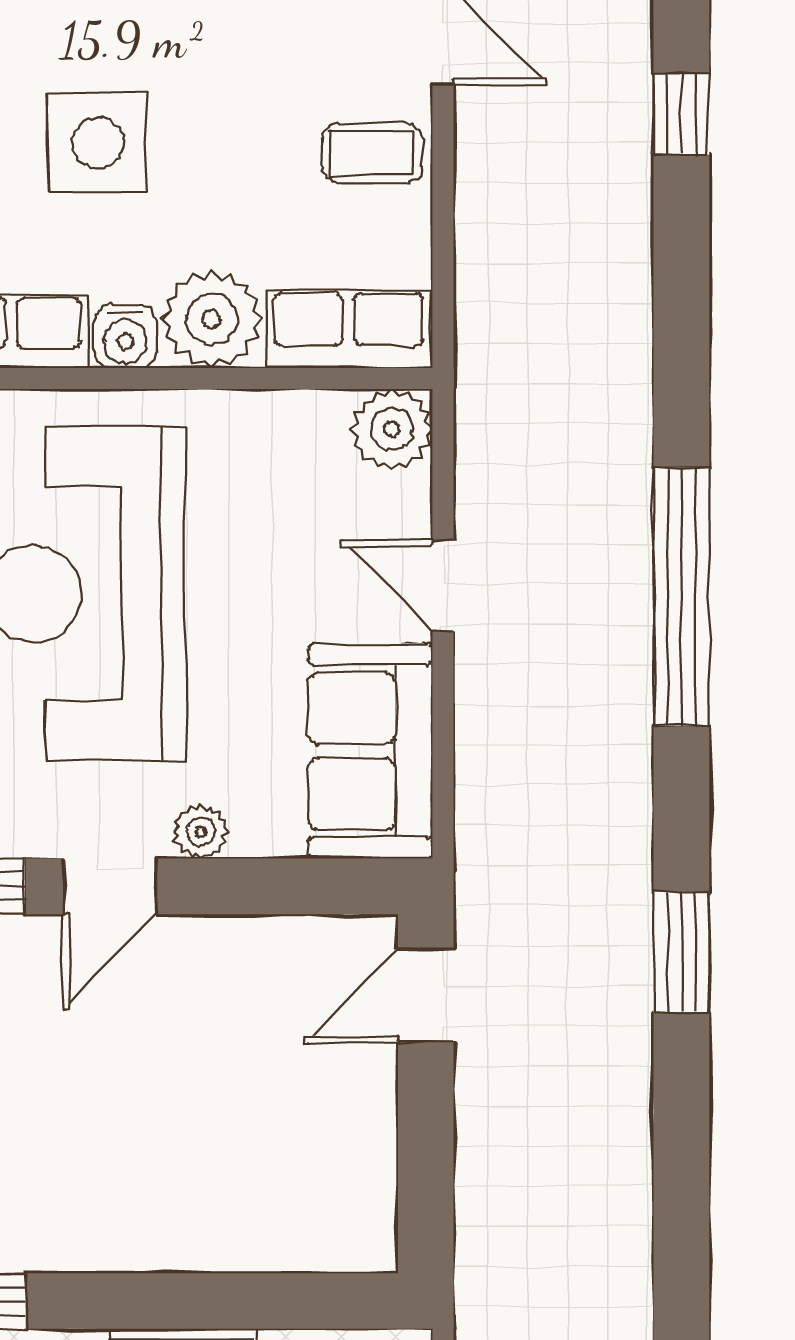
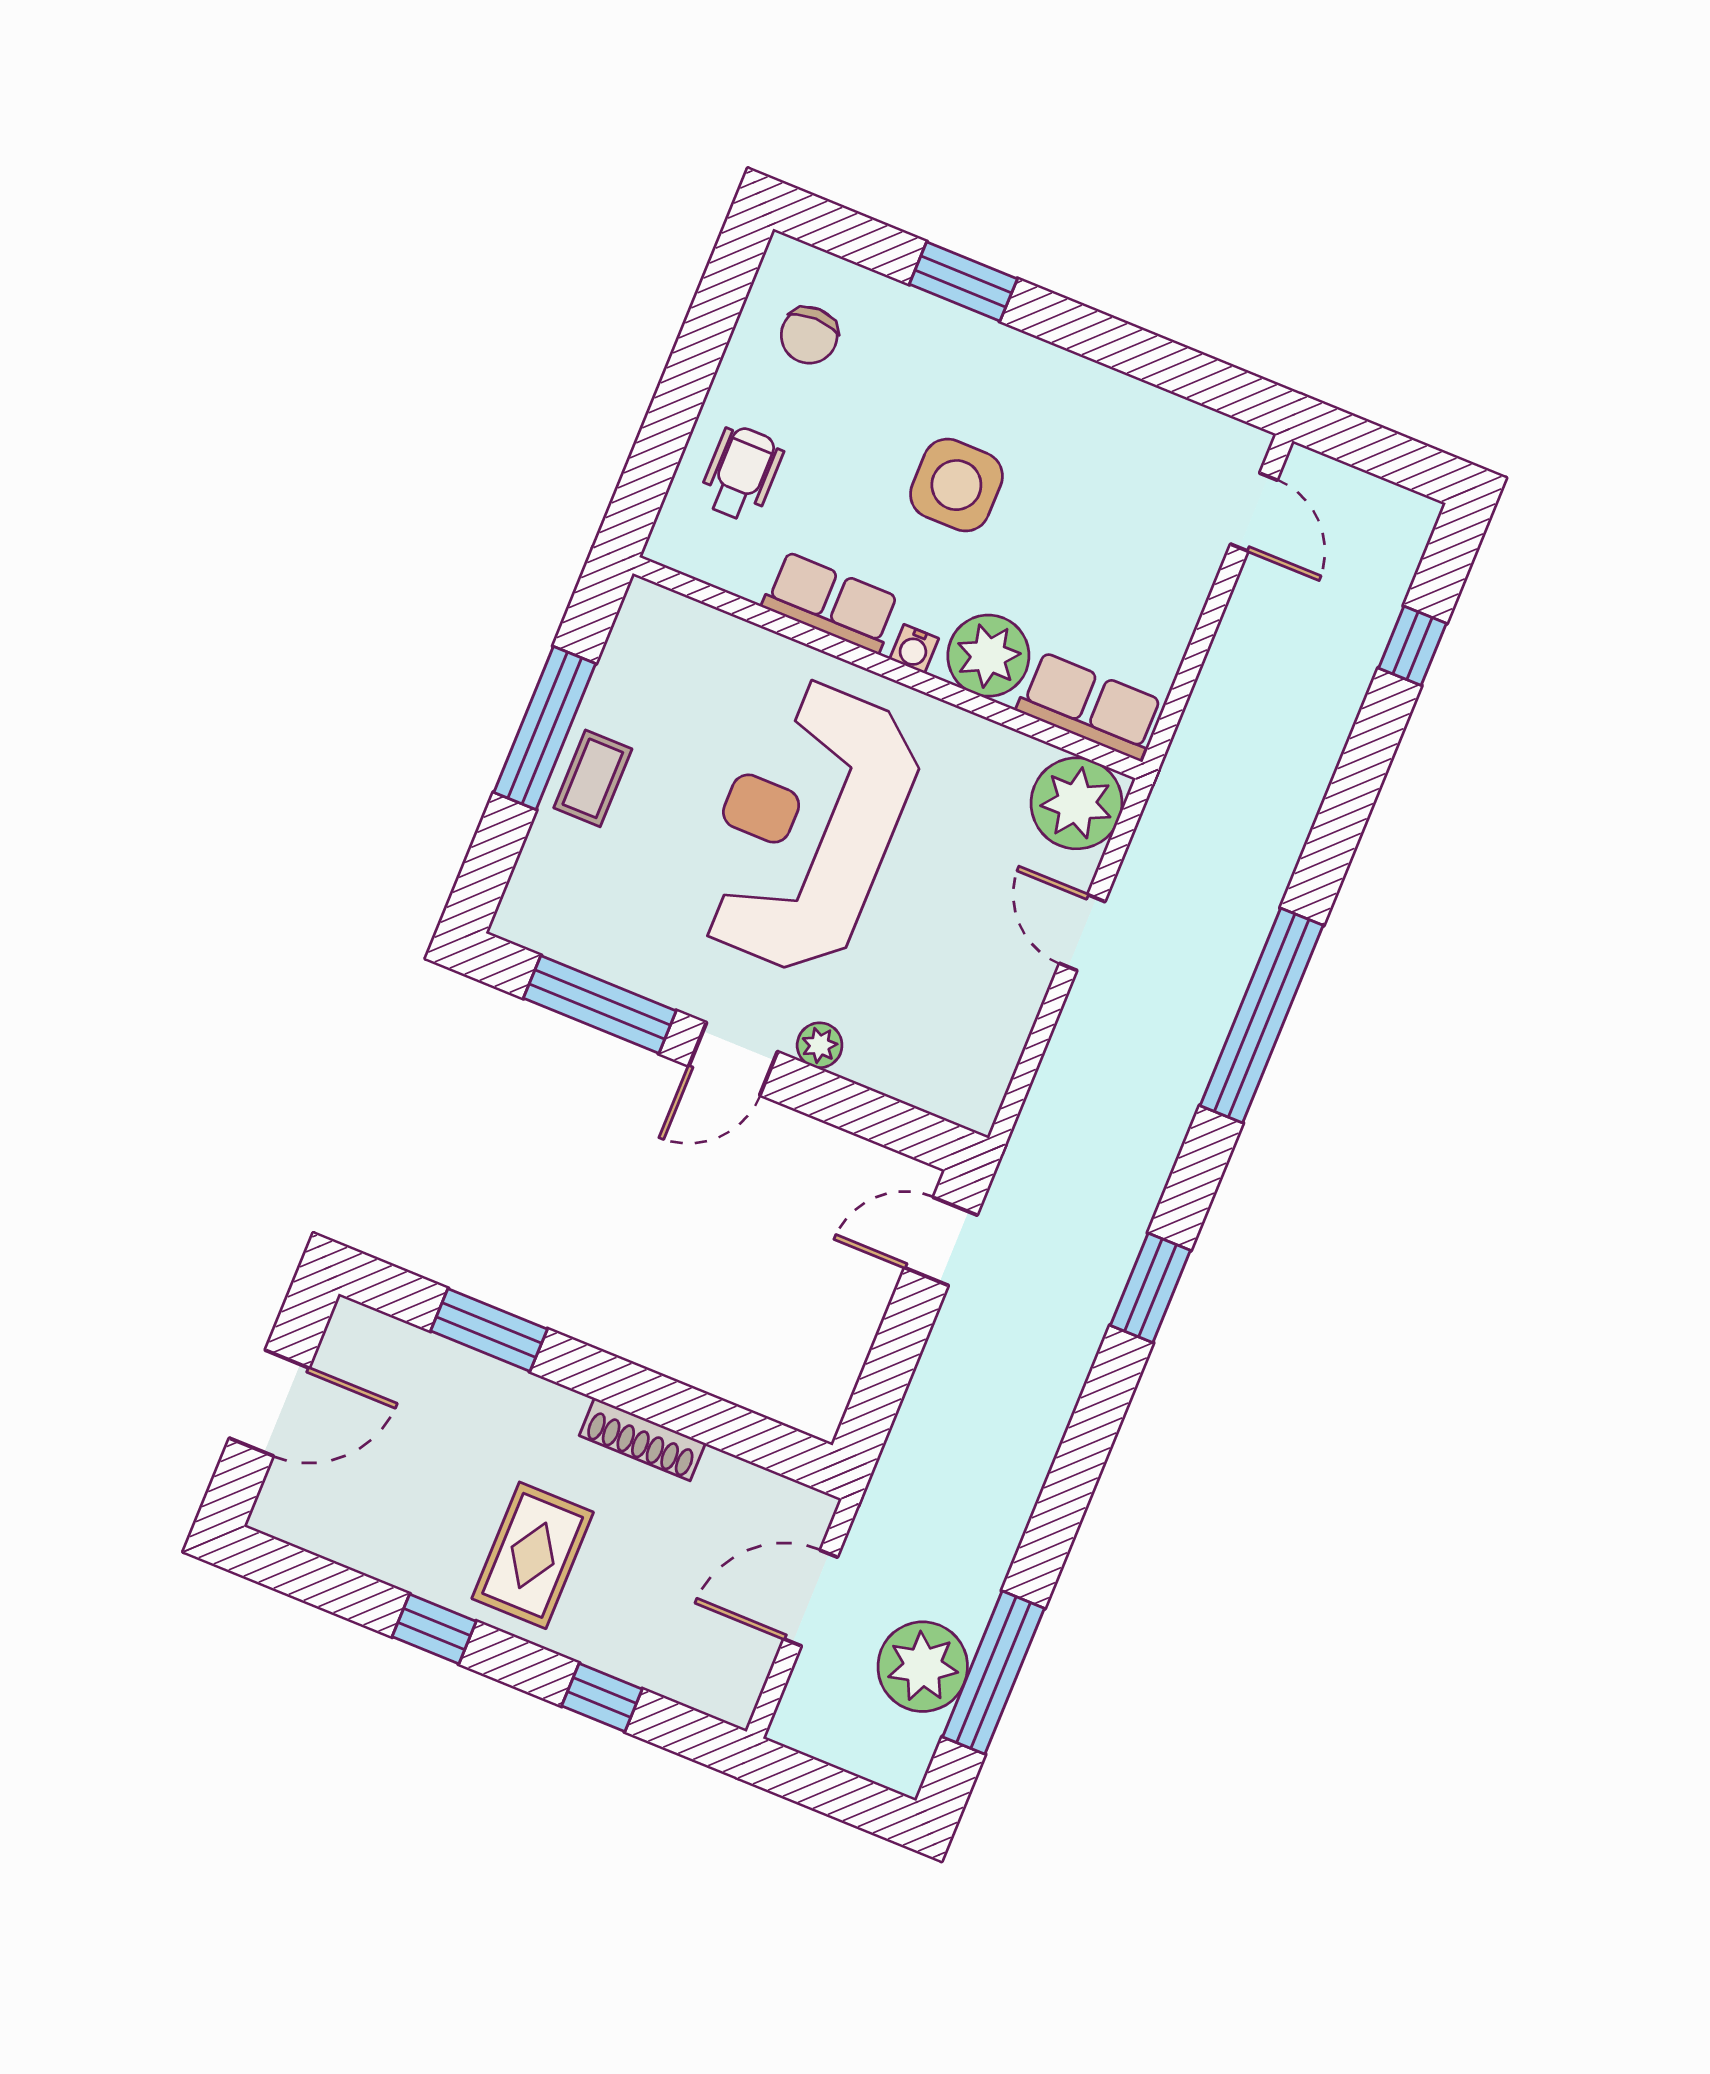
coffee table: (372, 153) -> (1163, 579), removed
water cooler: (125, 336) -> (914, 649), width x0.72, depth x0.72
plant: (392, 429) -> (1077, 803), width x1.36, depth x1.36
sofa: (370, 751) -> (975, 1037), removed

